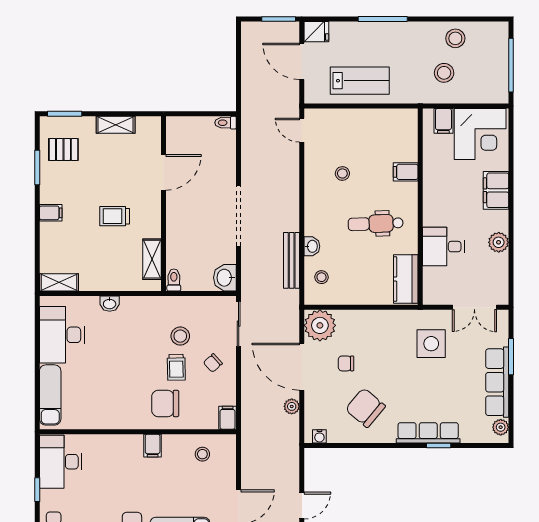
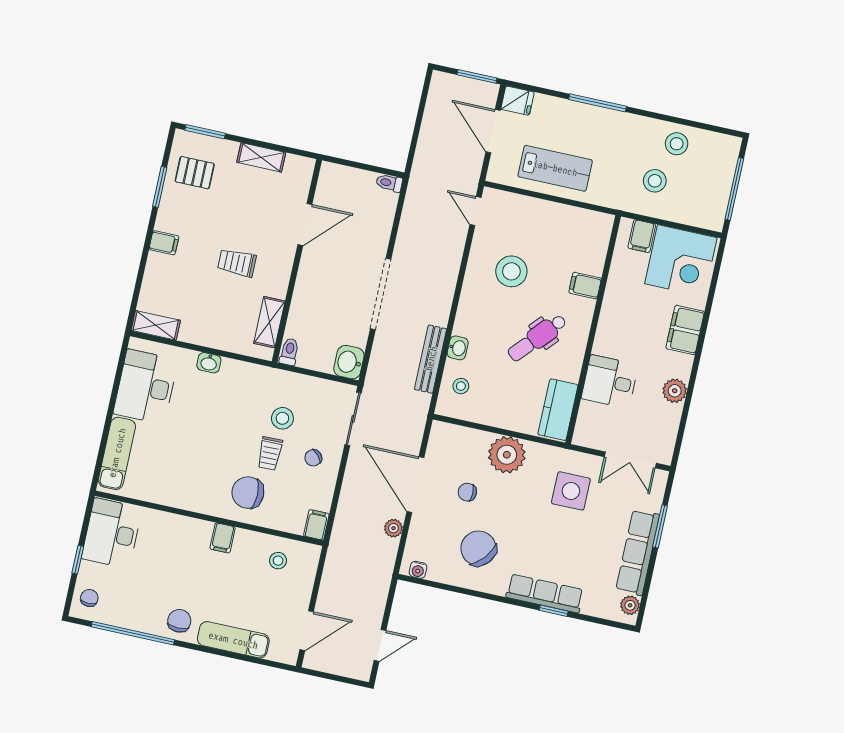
stool: (342, 173) -> (511, 271), width x1.89, depth x1.89
dental chair: (376, 224) -> (537, 338), turned -46
plant: (320, 325) -> (507, 455), moved

